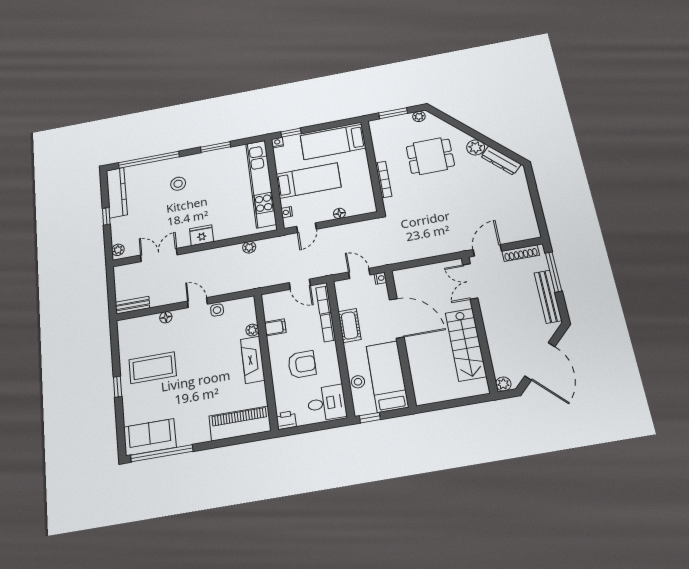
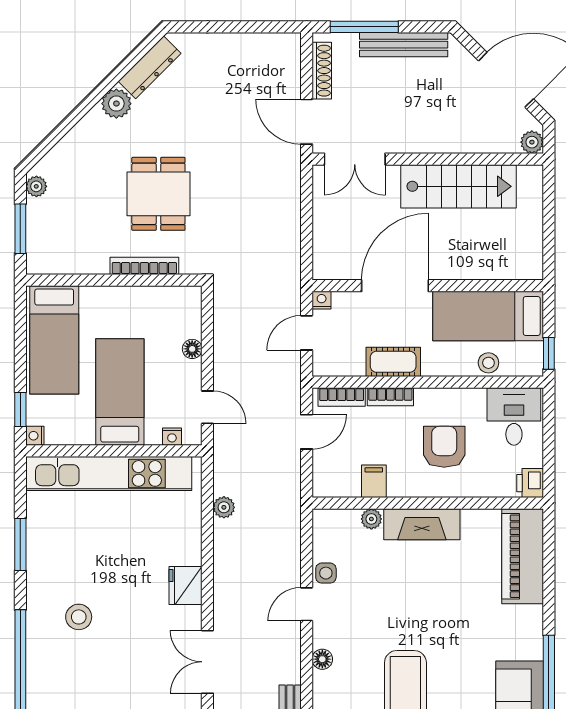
dining table: (430, 156) -> (158, 194), moved

